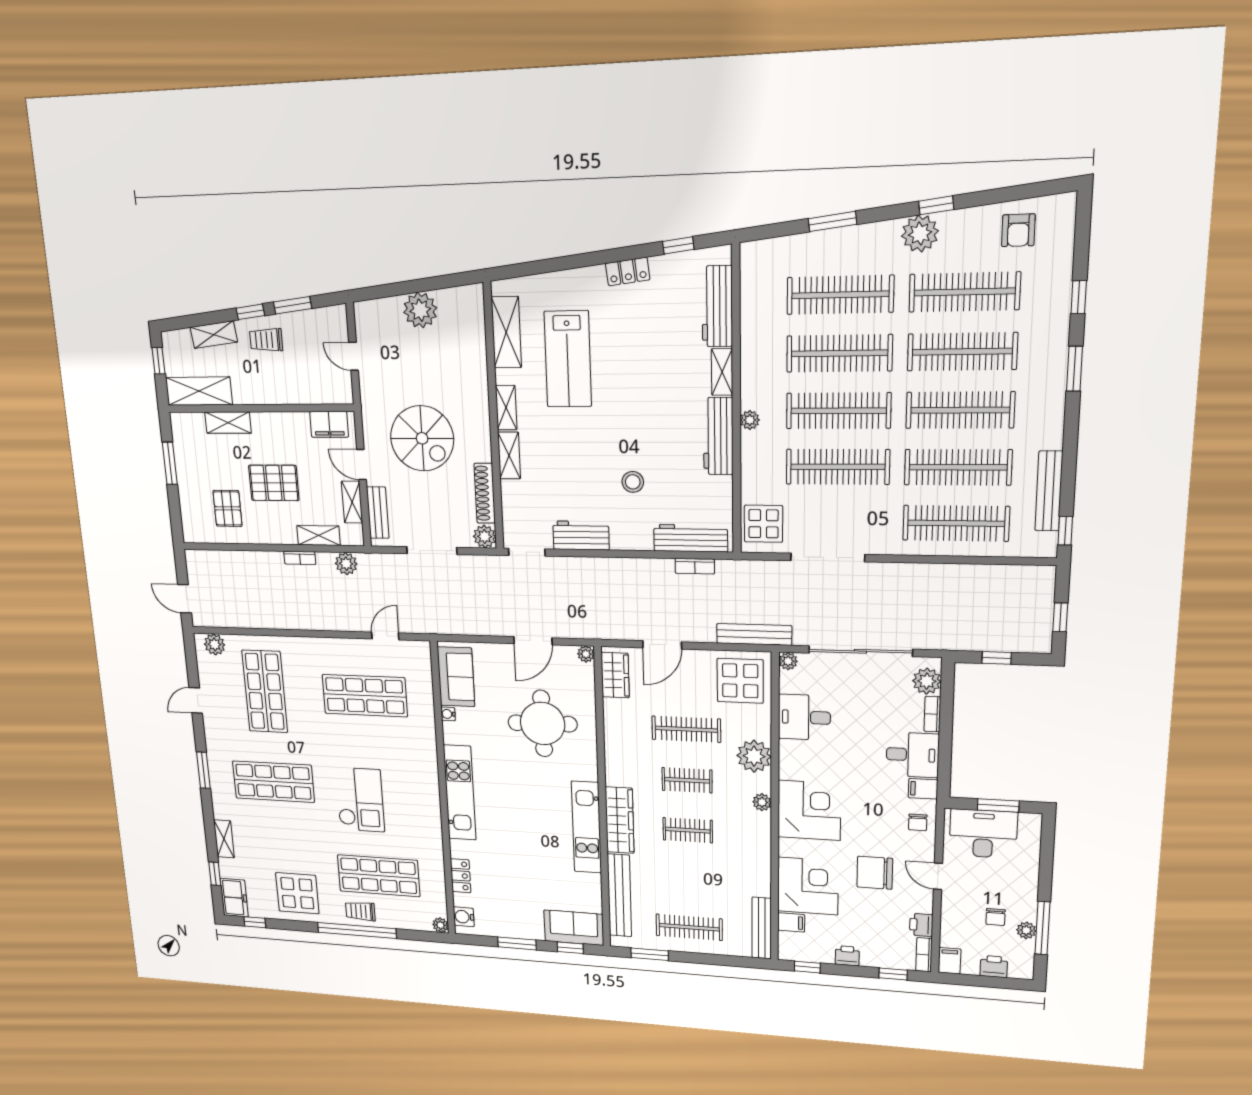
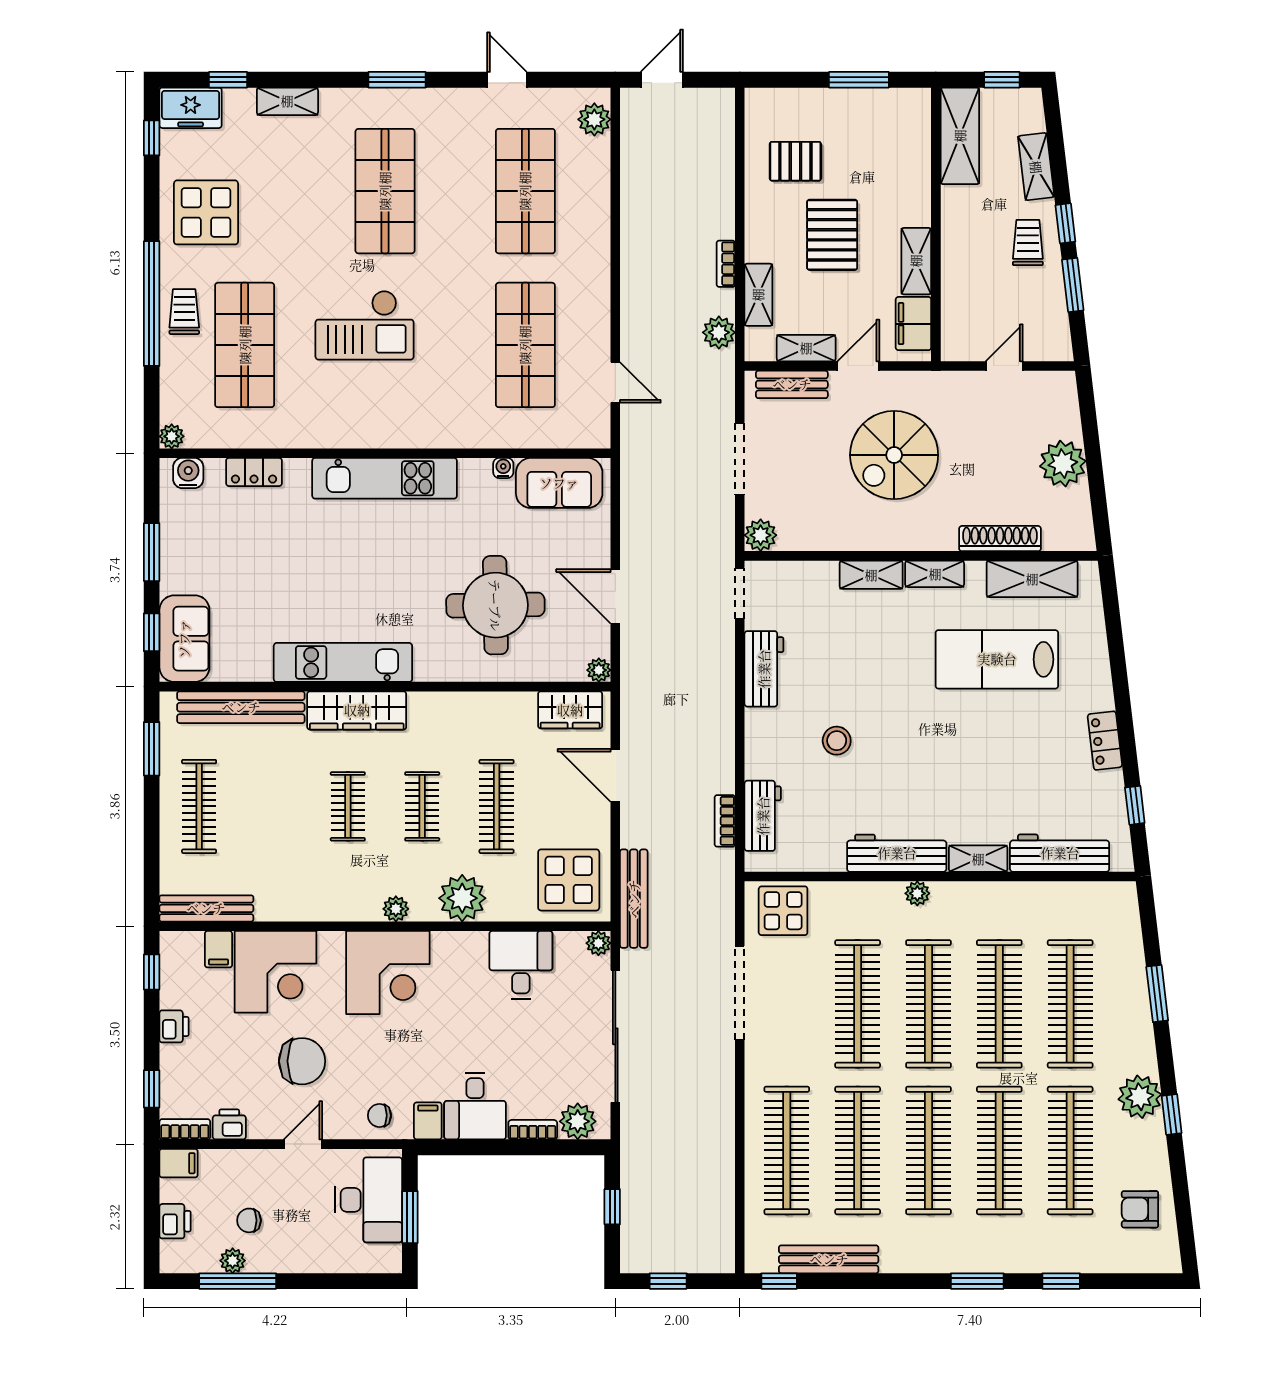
shelving: (228, 423) -> (916, 261), moved
shoe rack: (485, 493) -> (1000, 539), moved
workbench: (691, 538) -> (763, 816), width x0.73
shop shelf: (265, 691) -> (525, 191), turned 90
chair: (875, 873) -> (302, 1061), turned 90

